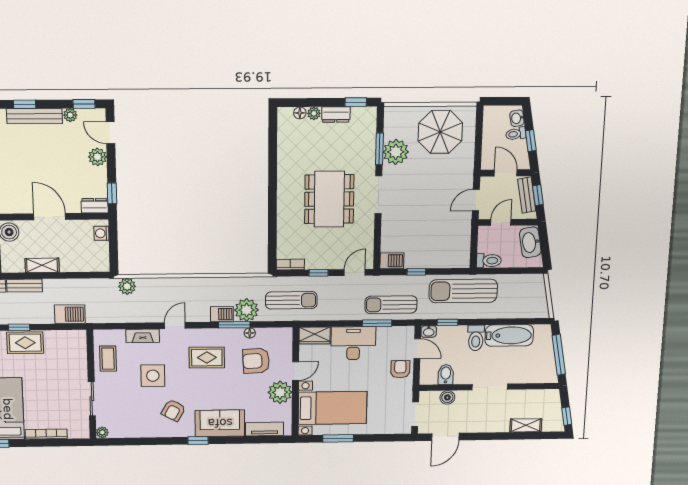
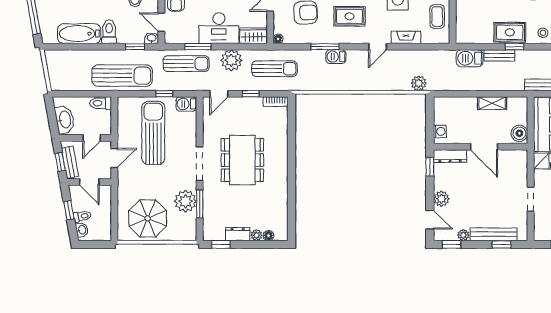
dresser: (95, 206) -> (450, 156), width x1.44
sun lounger: (430, 229) -> (153, 133), added
bench: (24, 286) -> (499, 55), moved
sun lounger: (291, 300) -> (275, 69), turned 180
plant: (247, 310) -> (231, 60), moved
floor lamp: (250, 333) -> (278, 39), moved

